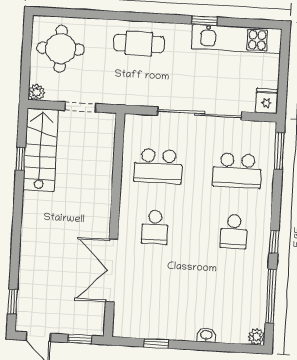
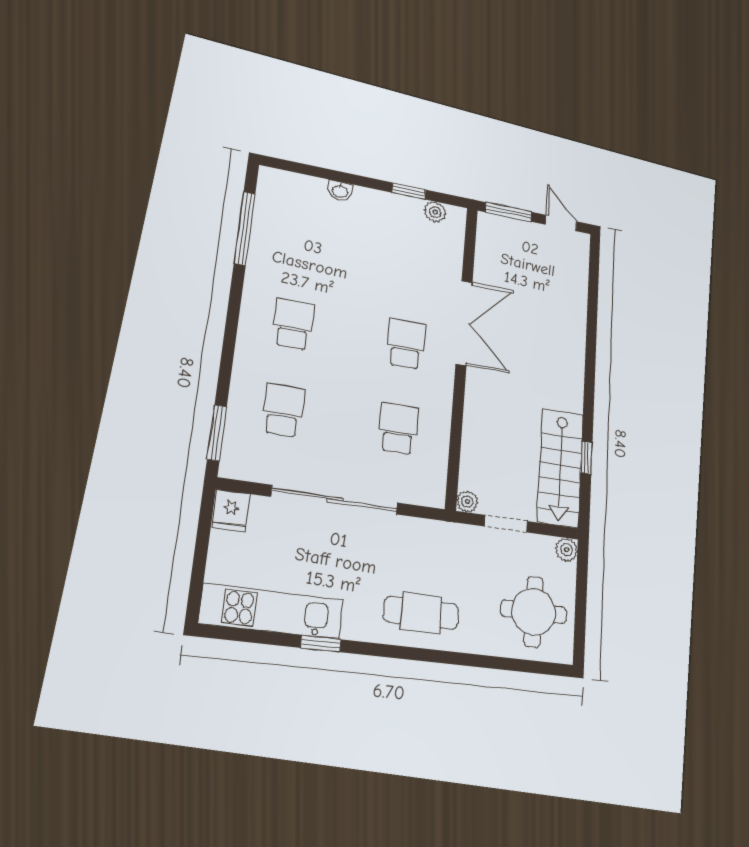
plant: (109, 120) -> (467, 502), added
school desk: (158, 166) -> (398, 428), width x0.54
school desk: (237, 171) -> (283, 410), width x0.54
window: (274, 242) -> (235, 303), removed
double door: (112, 271) -> (464, 323), moved
window: (13, 302) -> (594, 272), removed
plant: (256, 337) -> (435, 212), moved
window: (80, 339) -> (508, 212), width x1.50

